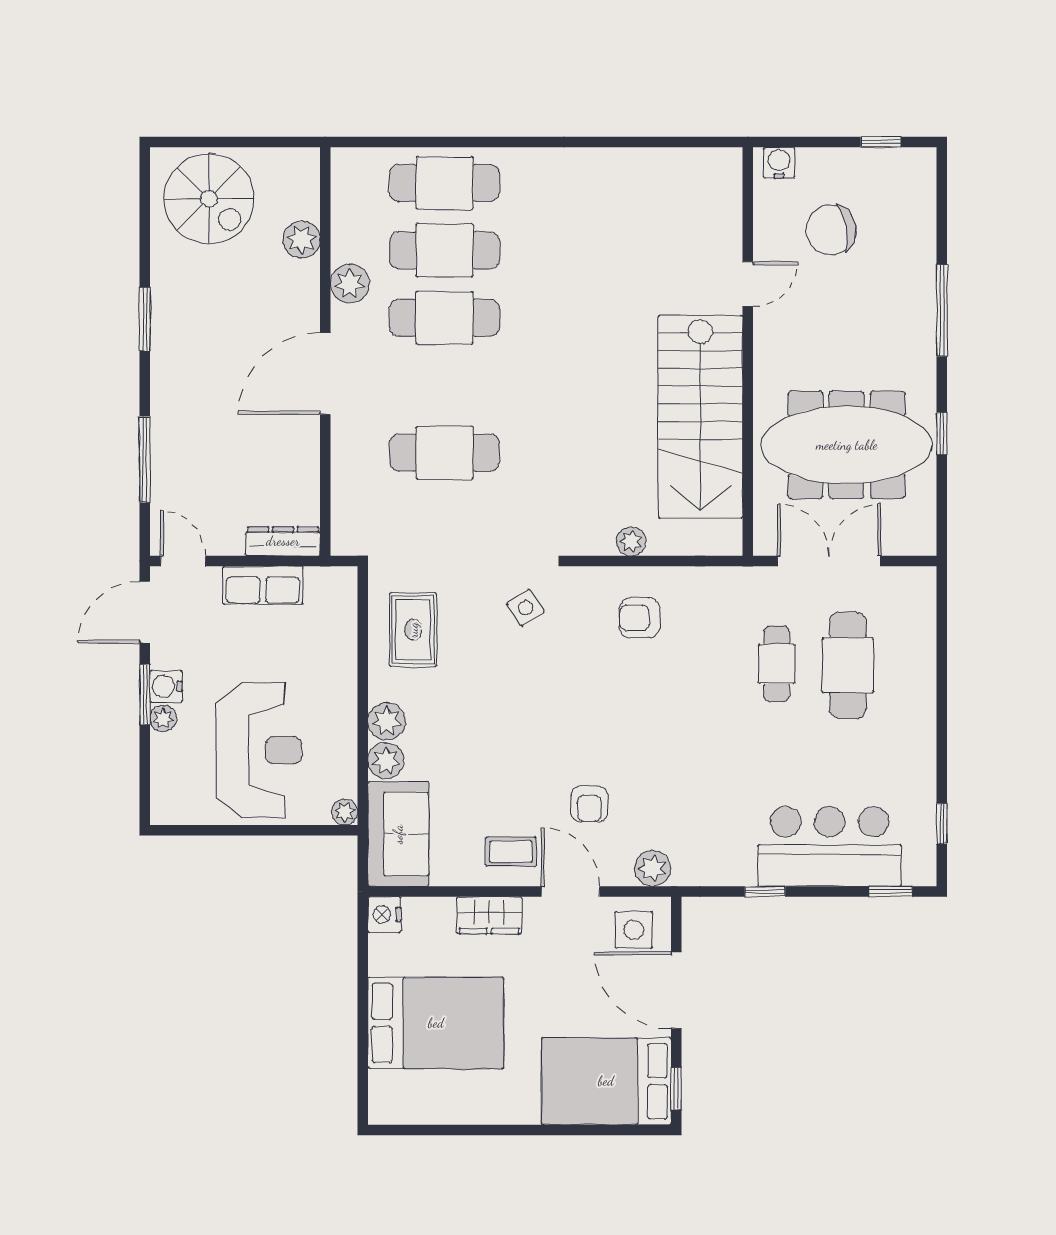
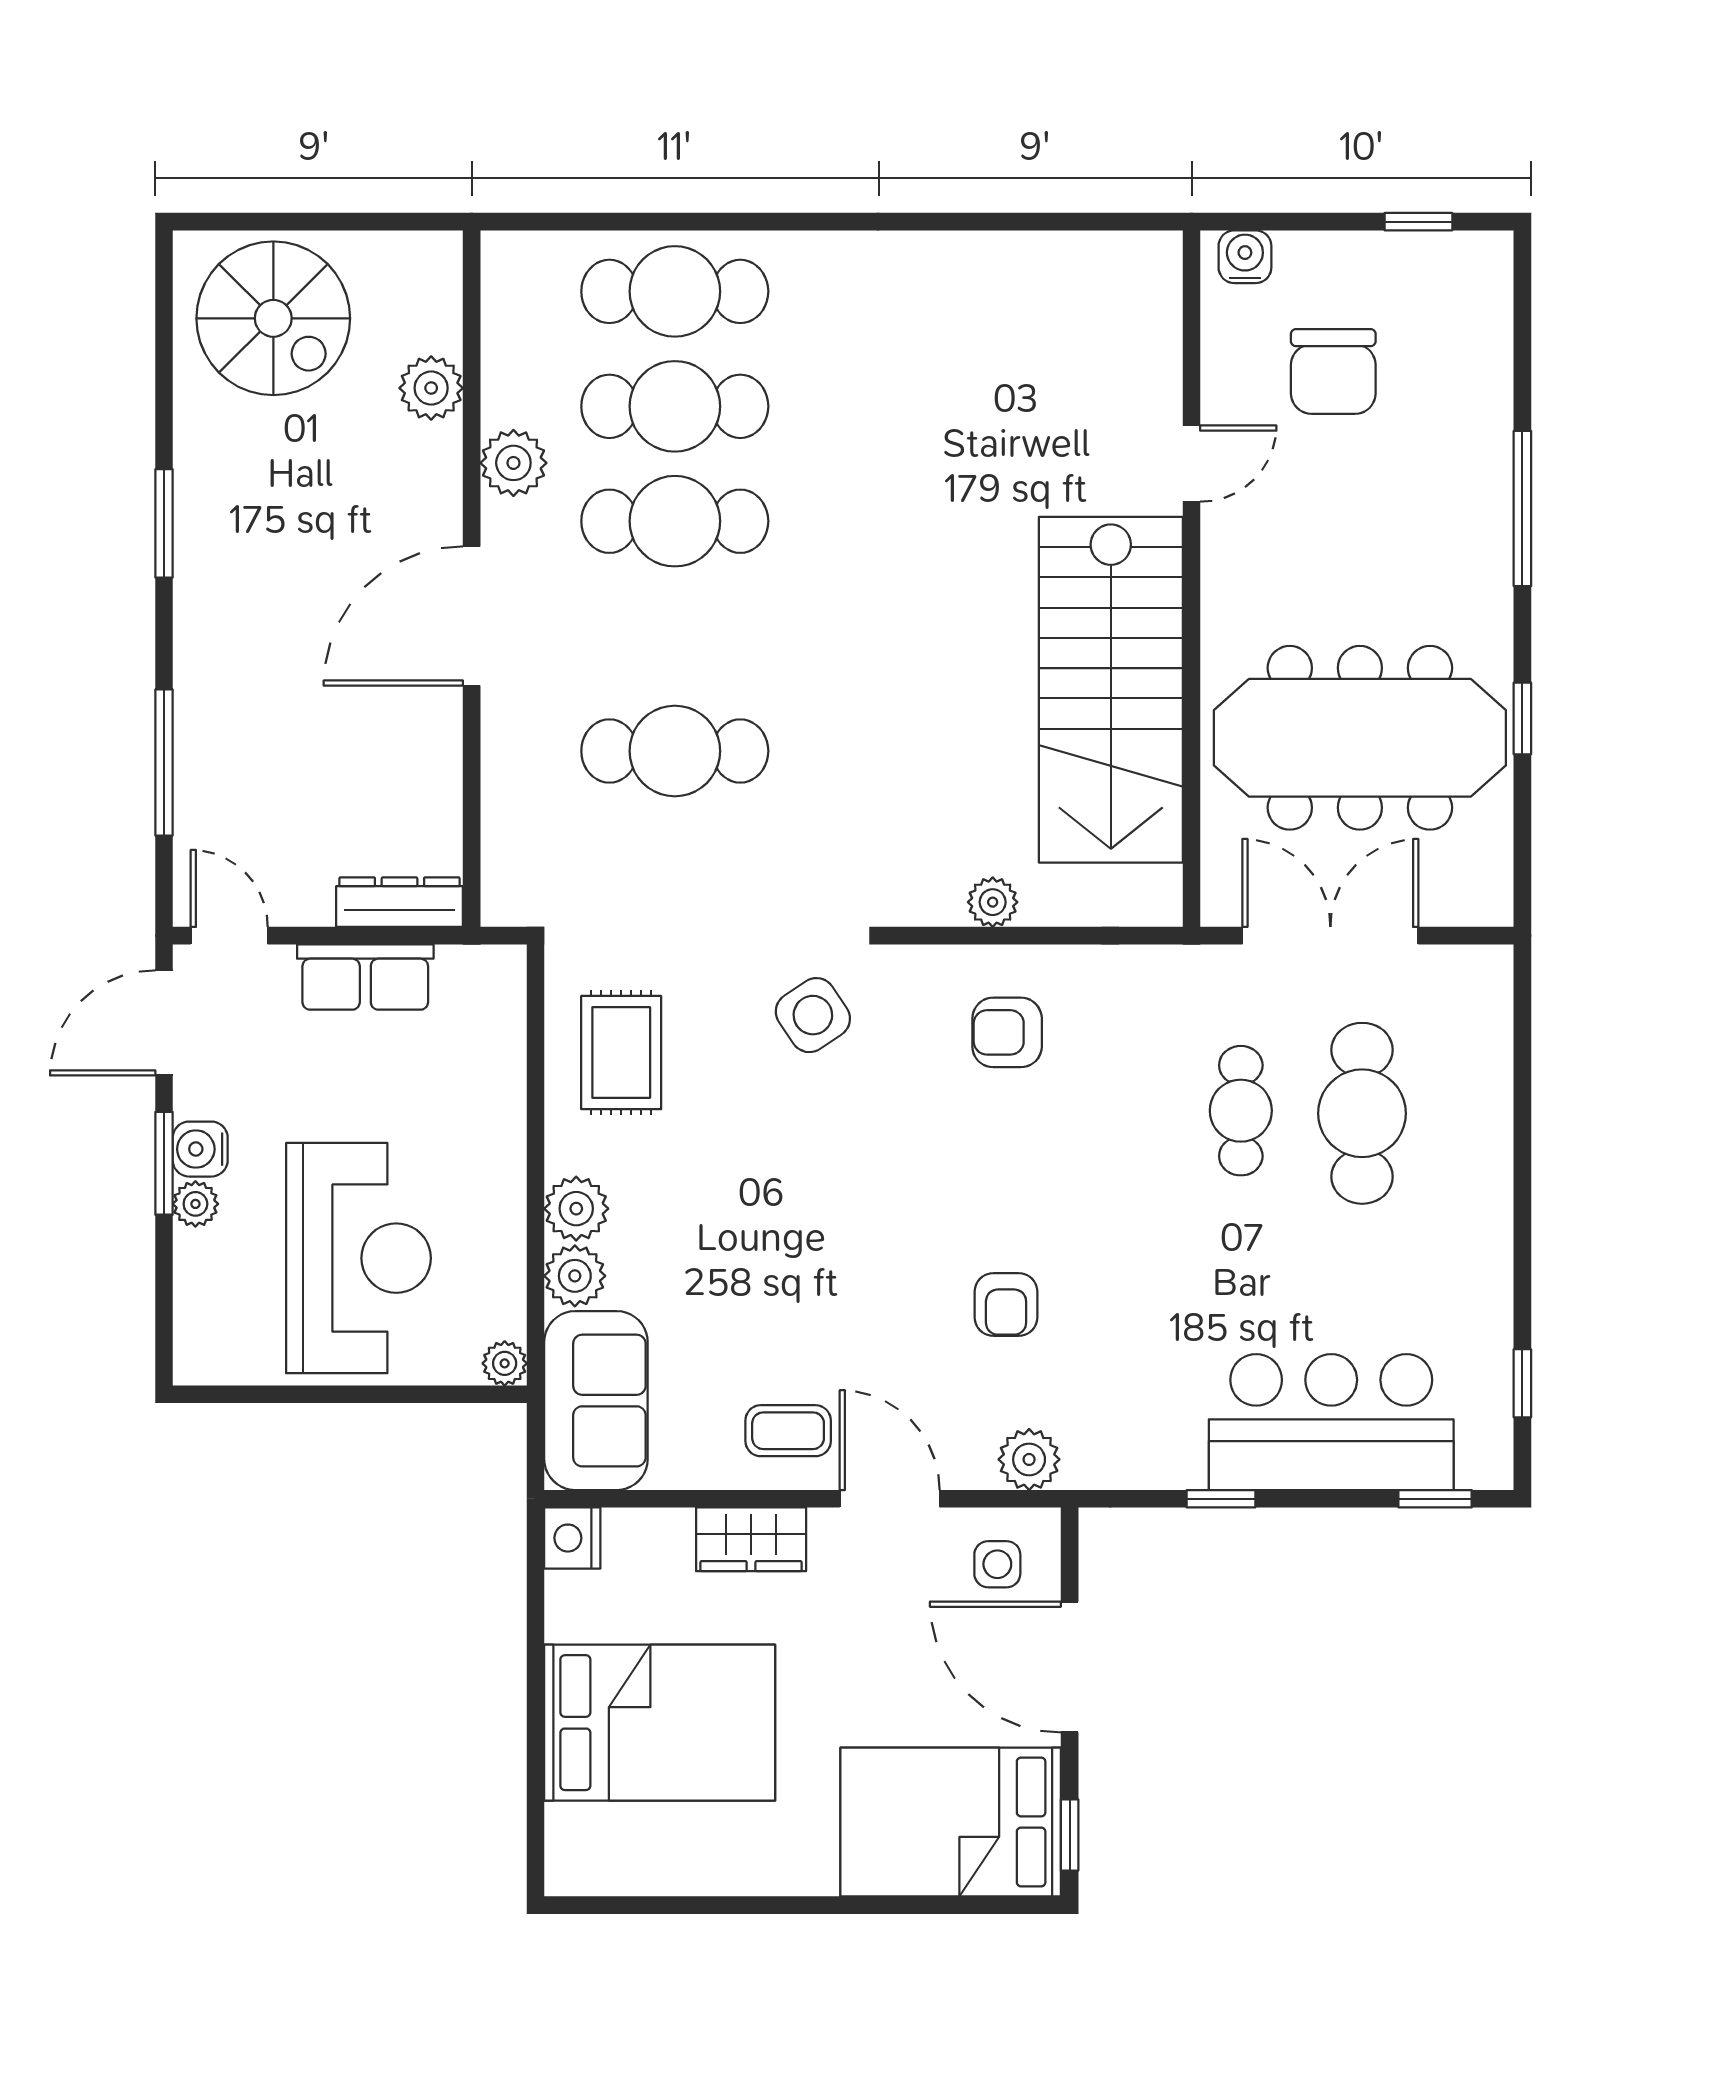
chair: (831, 230) -> (1333, 372), turned -79
side table: (526, 608) -> (813, 1015), width x1.37, depth x1.37
armchair: (589, 804) -> (1006, 1305), moved
side table: (634, 930) -> (997, 1564), width x0.73, depth x0.73

